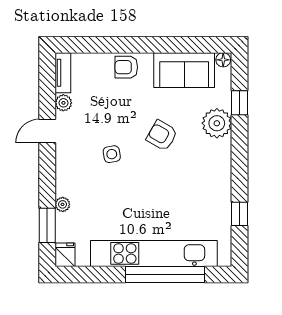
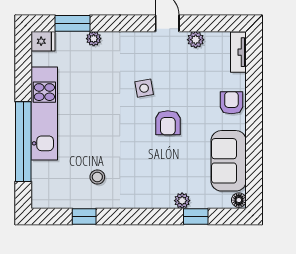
tv unit: (63, 73) -> (238, 52), moved, turned 90
plant: (217, 123) -> (182, 201), width x0.53, depth x0.53
armchair: (162, 135) -> (168, 123), moved, turned 150
stool: (200, 201) -> (97, 177), added
kitchen unit: (154, 253) -> (44, 114), width x0.73

